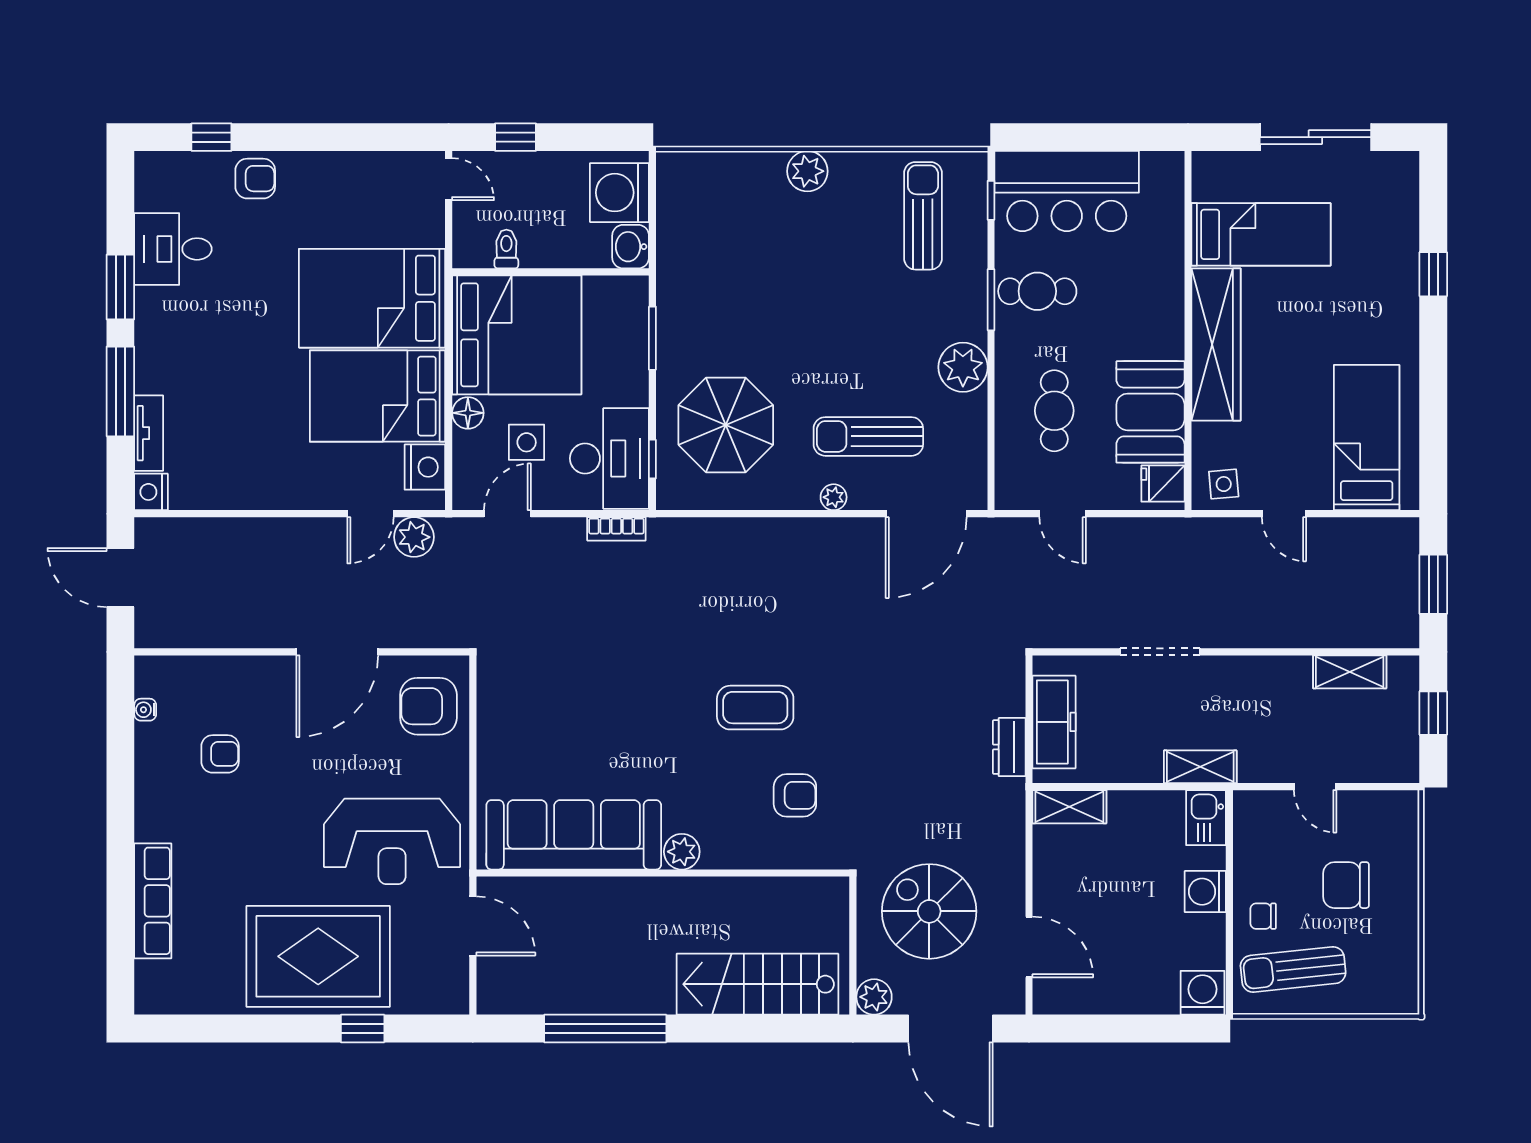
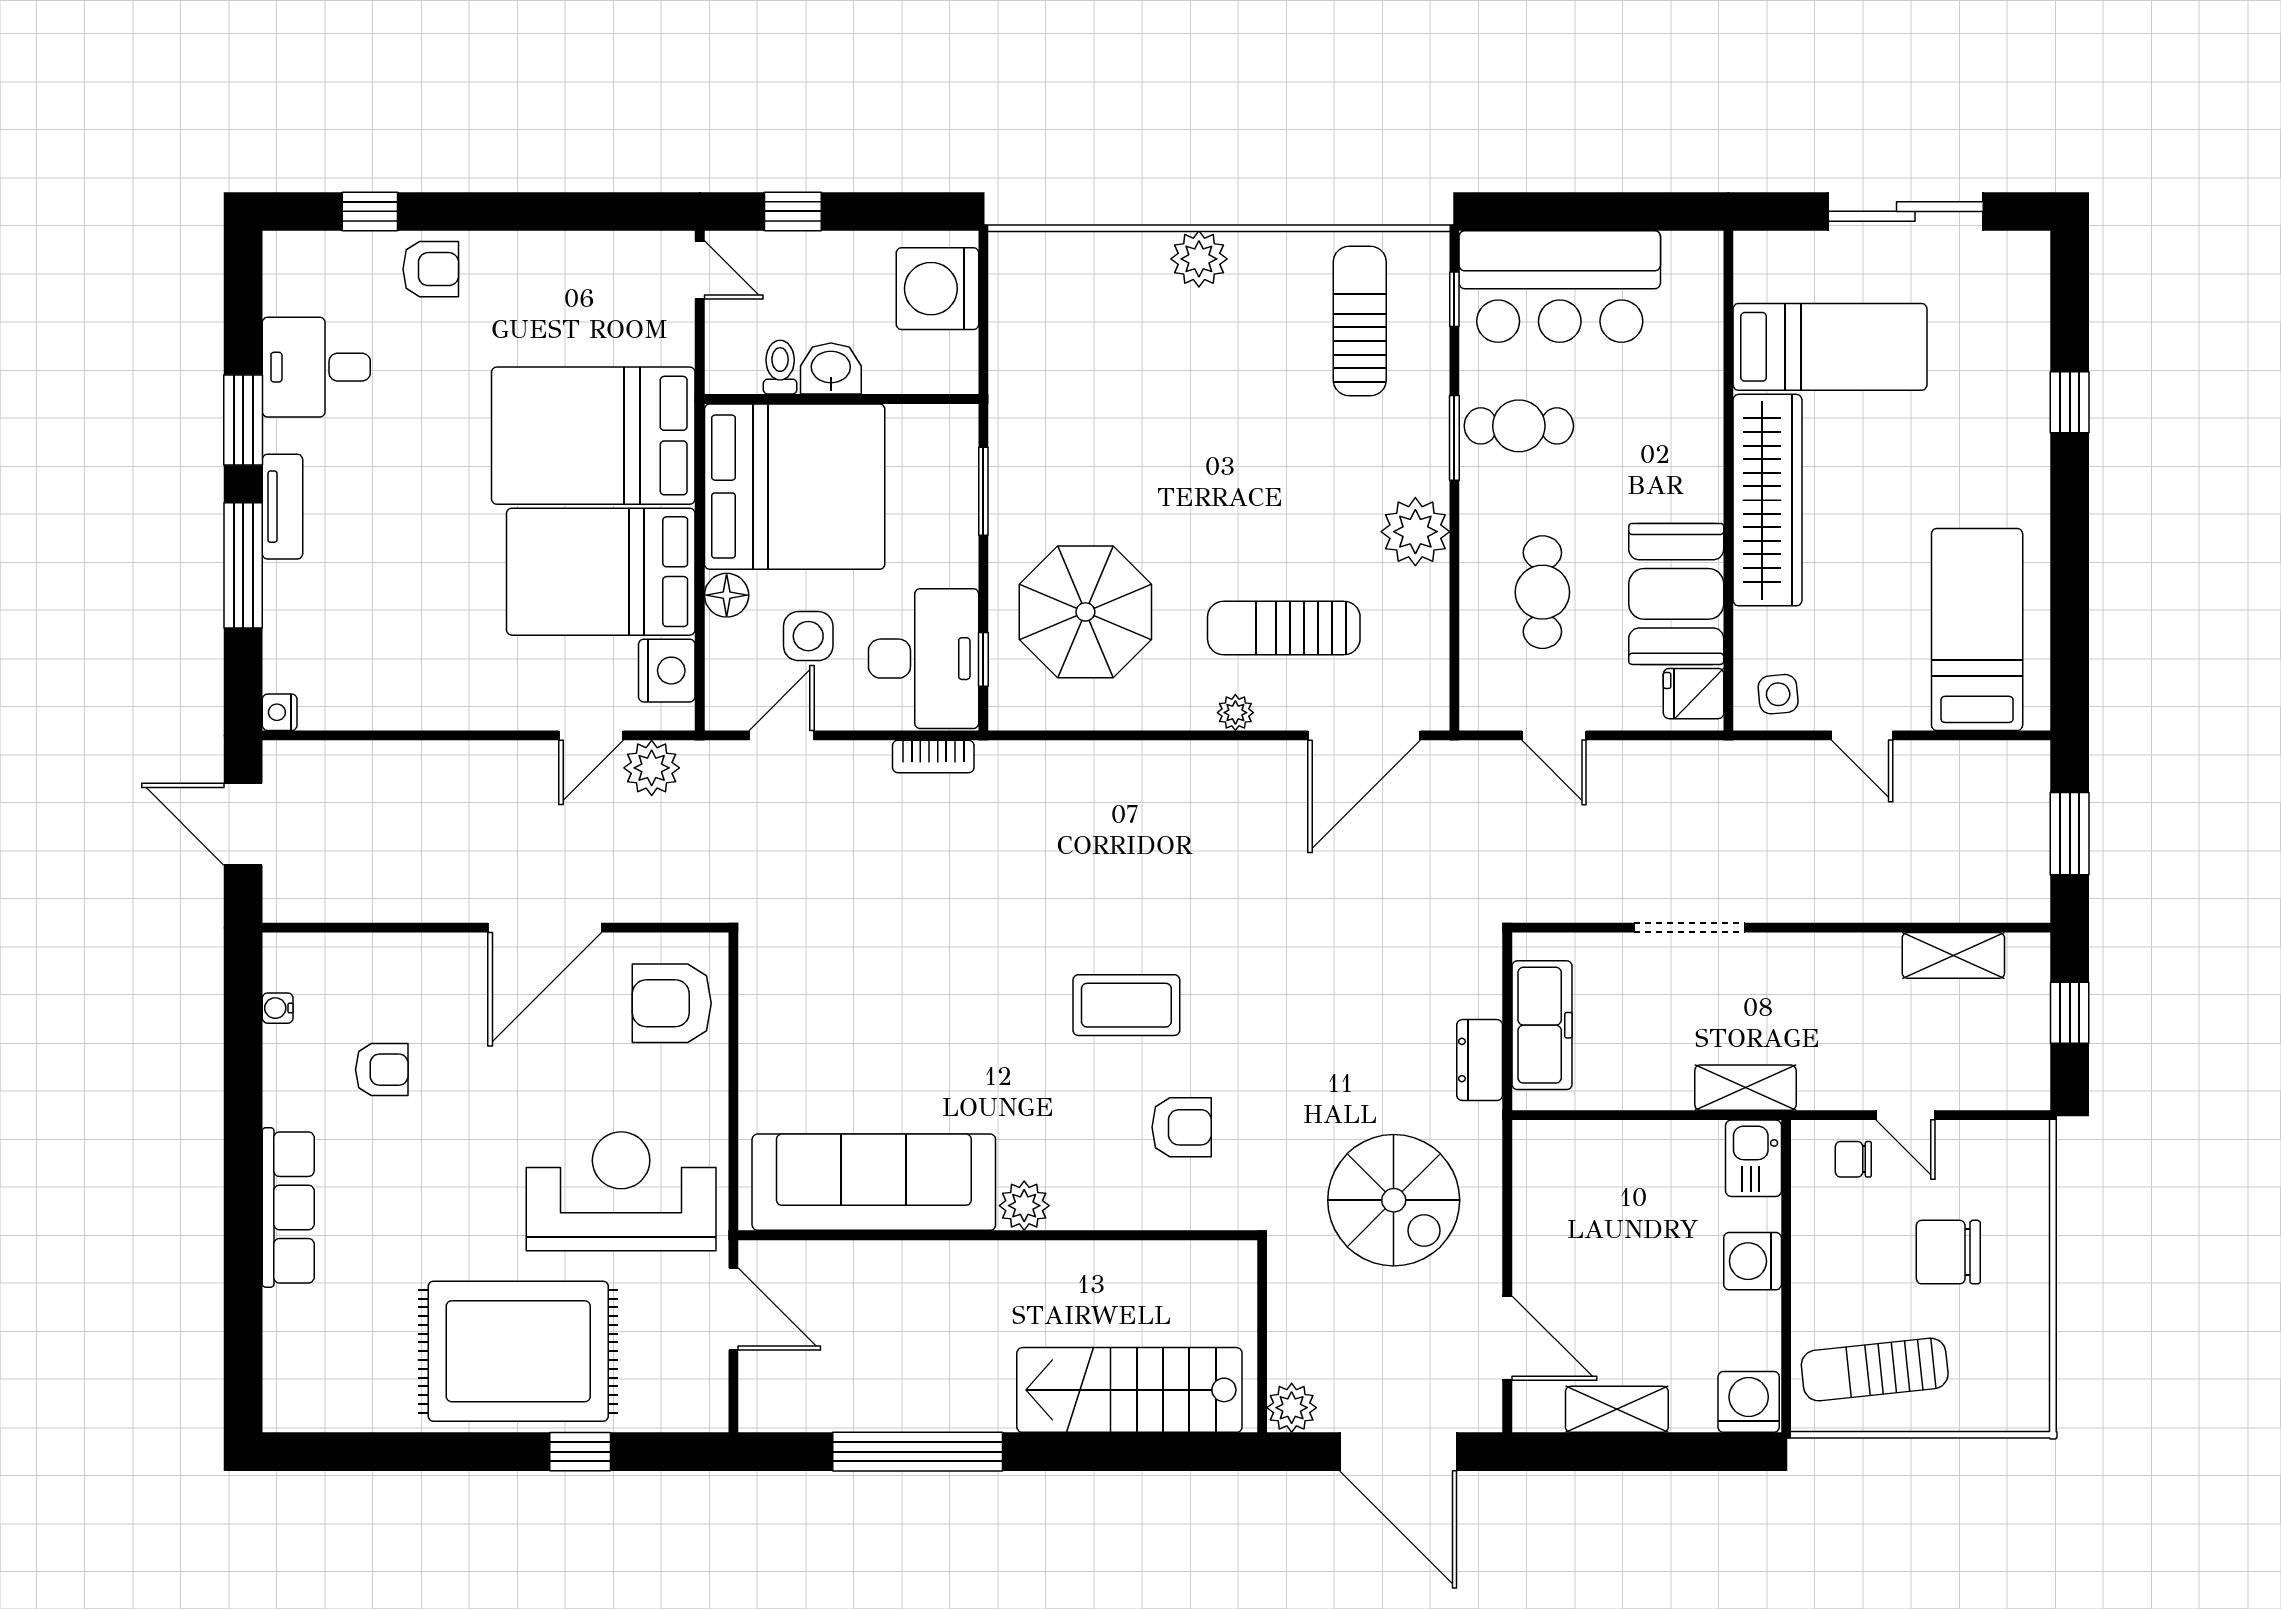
washbasin: (631, 247) -> (831, 369), moved, turned 90
tv unit: (149, 433) -> (282, 507), moved
nightstand: (151, 492) -> (280, 712), width x0.72, depth x0.74
shelving: (1069, 807) -> (1617, 1409), moved
reception desk: (392, 841) -> (621, 1191), turned 180
row of seats: (153, 901) -> (288, 1207), moved
spiral stairs: (929, 911) -> (1394, 1200), moved, turned 180
chair: (1263, 916) -> (1853, 1159), moved

